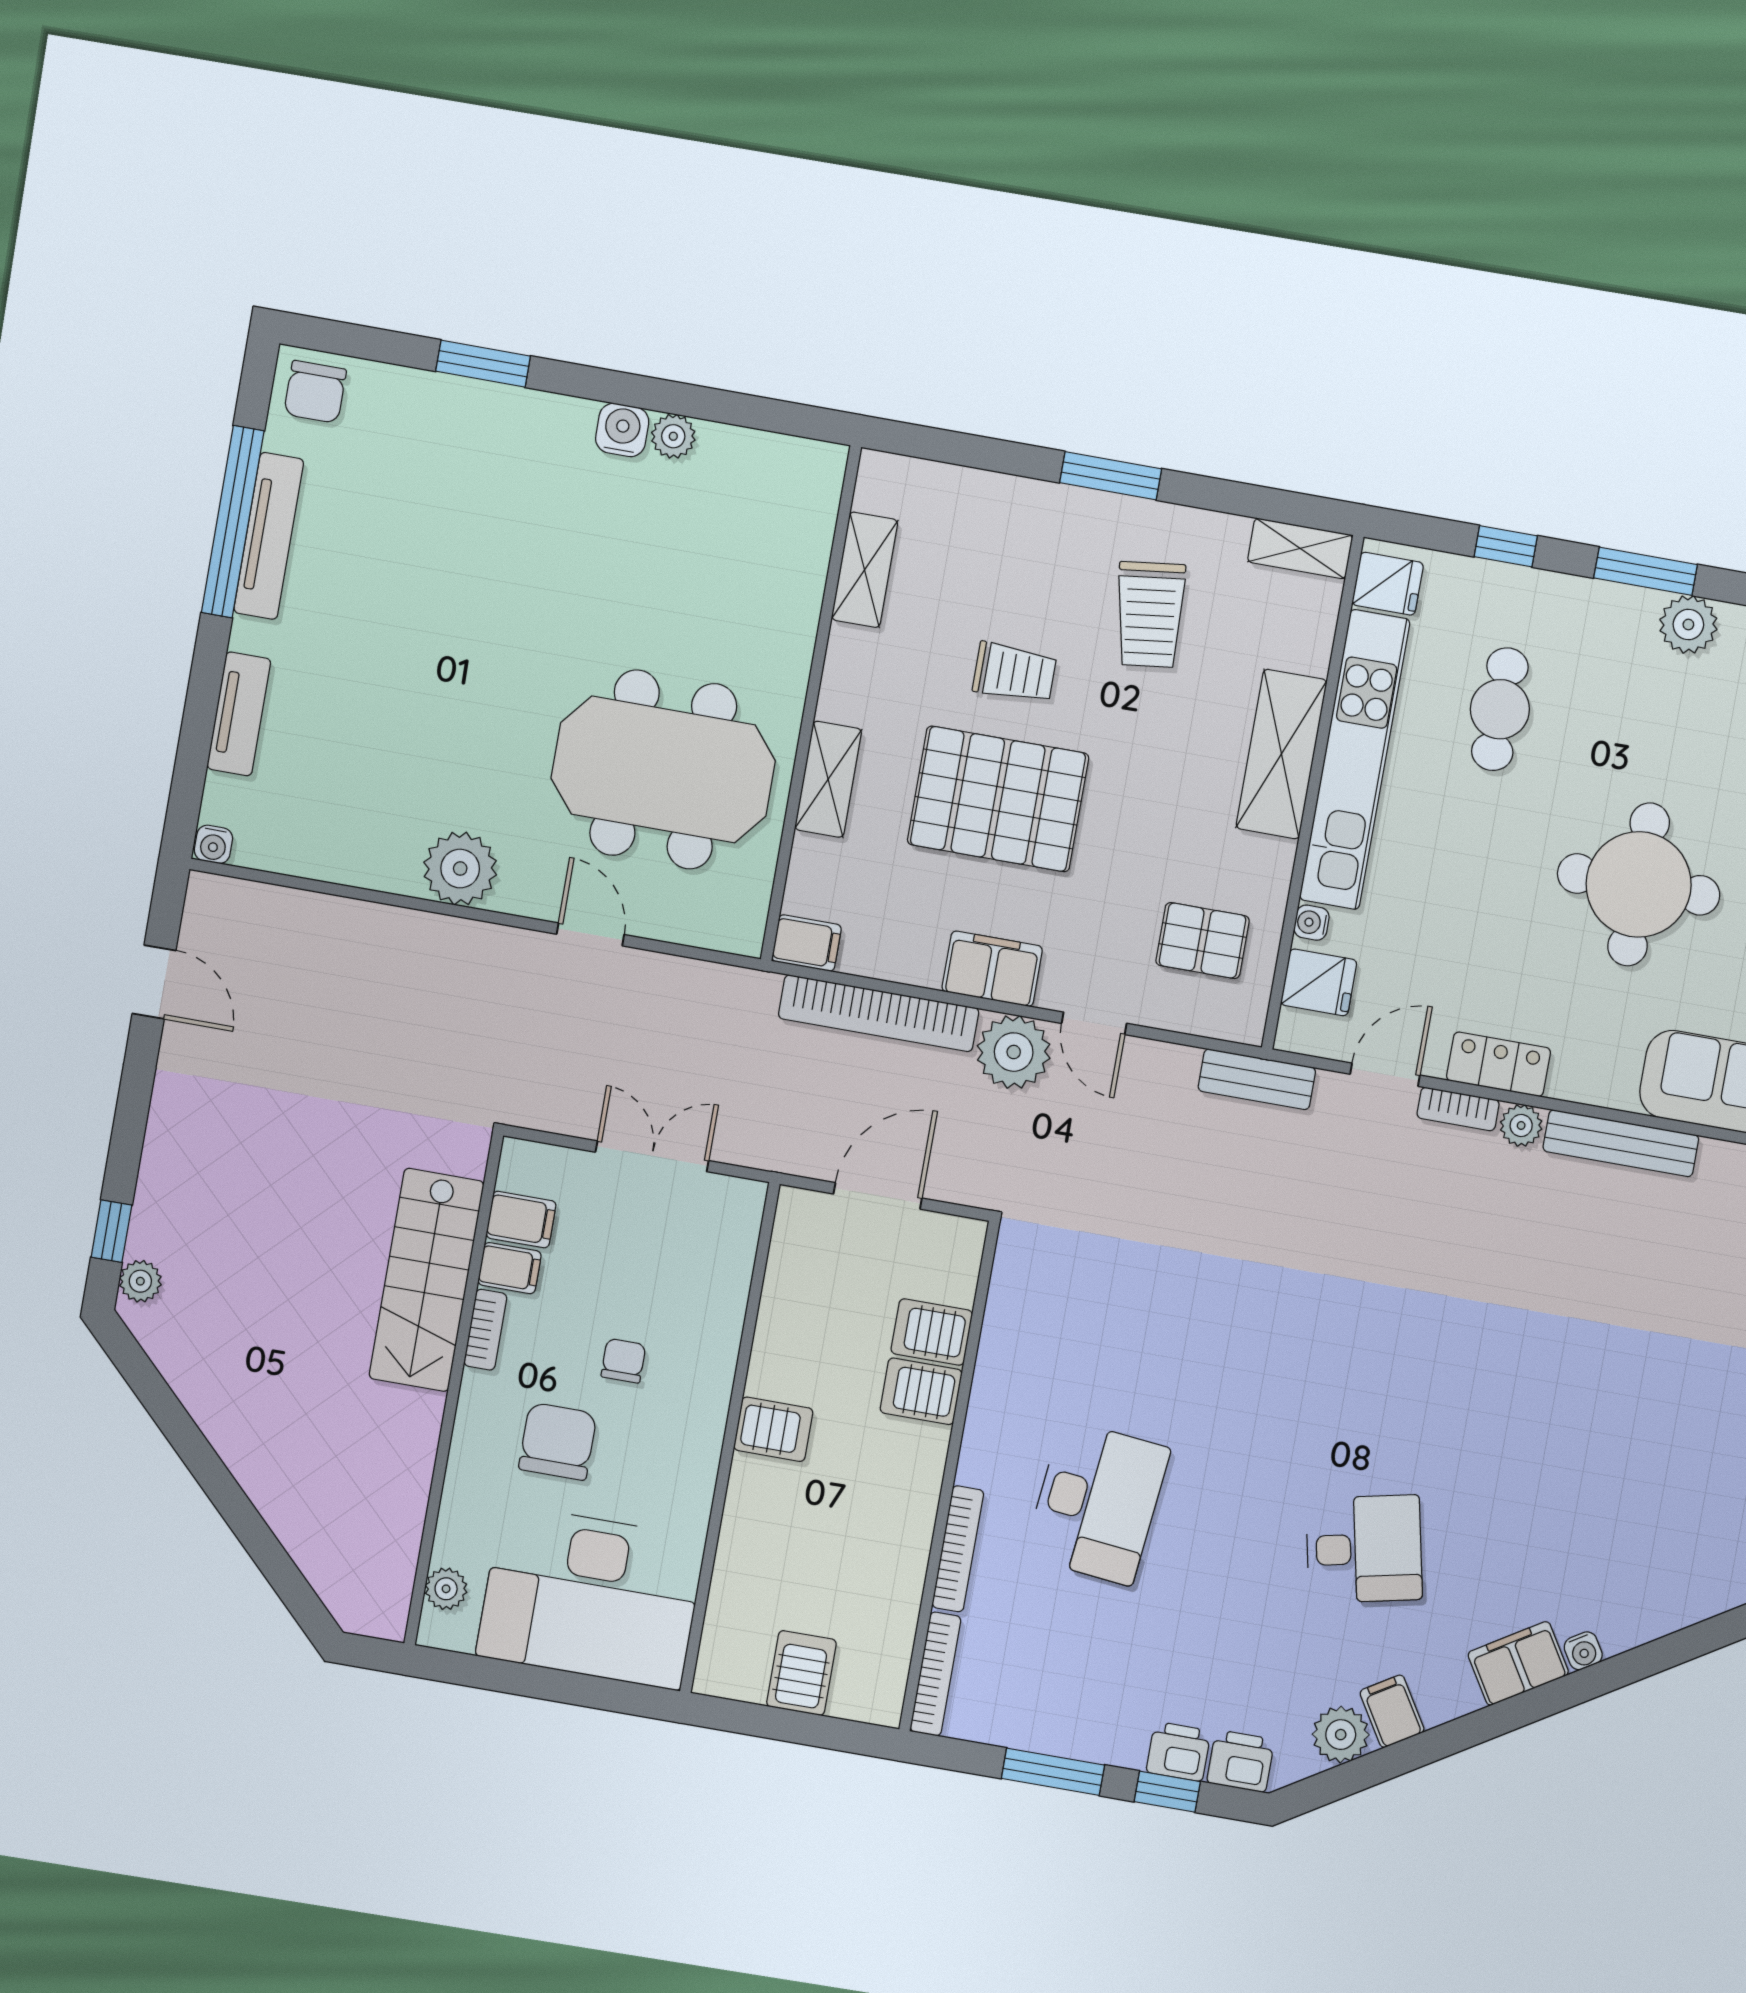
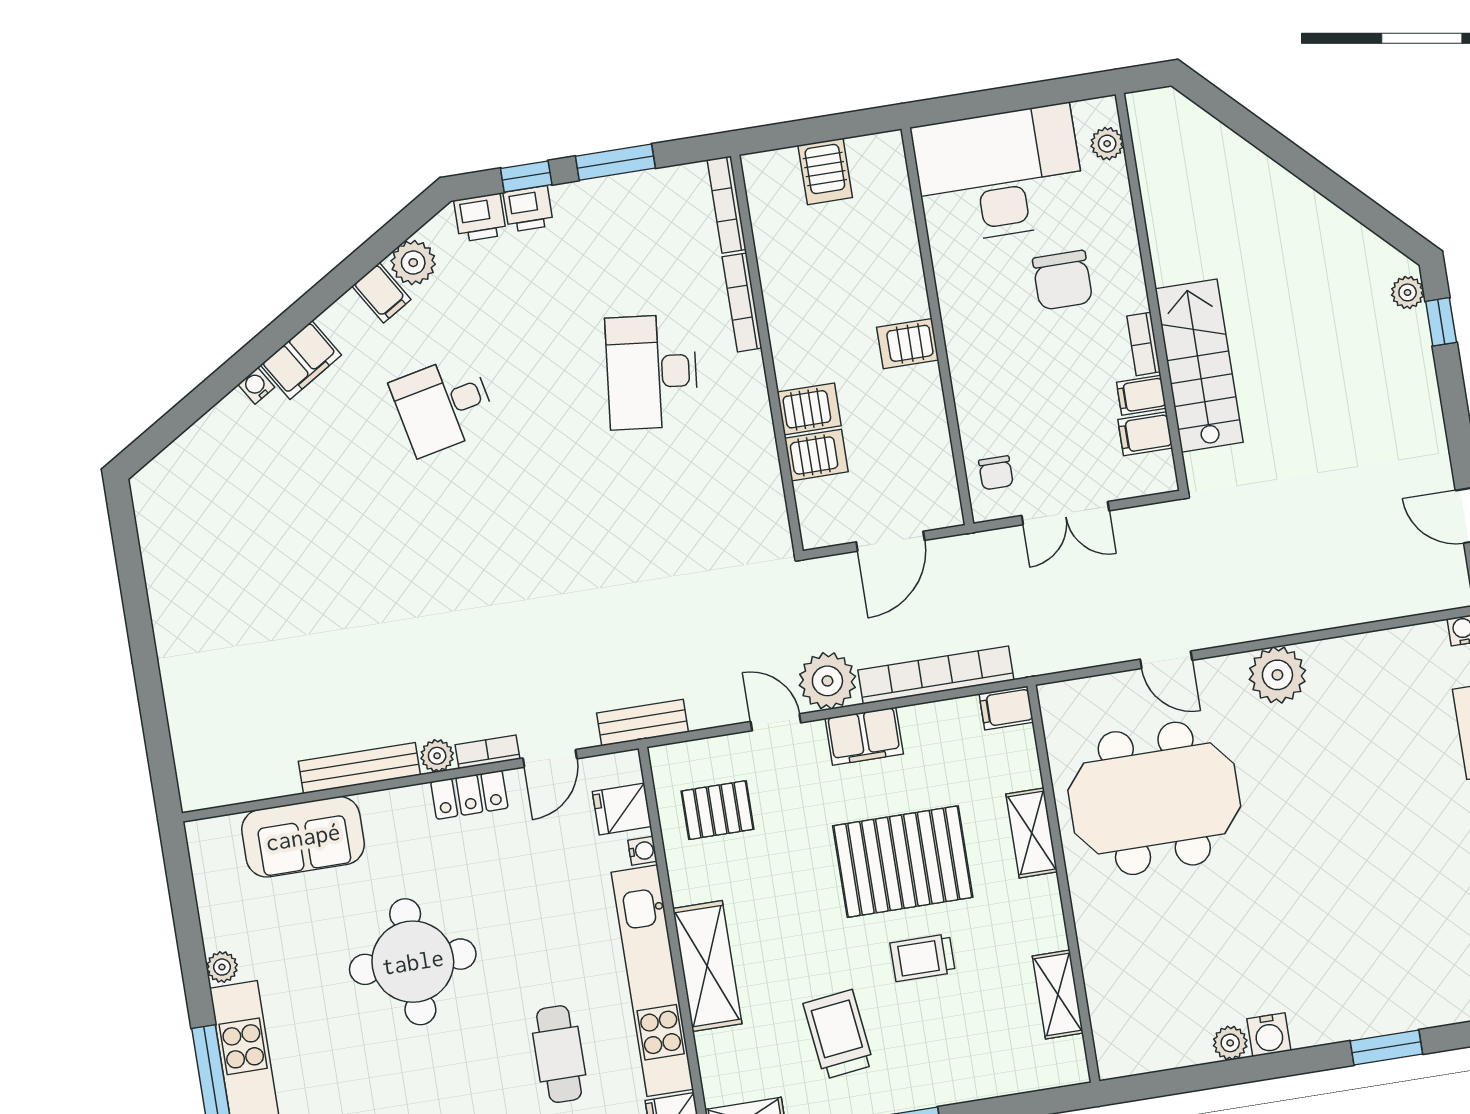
chair: (623, 1361) -> (996, 473), moved

